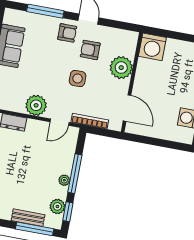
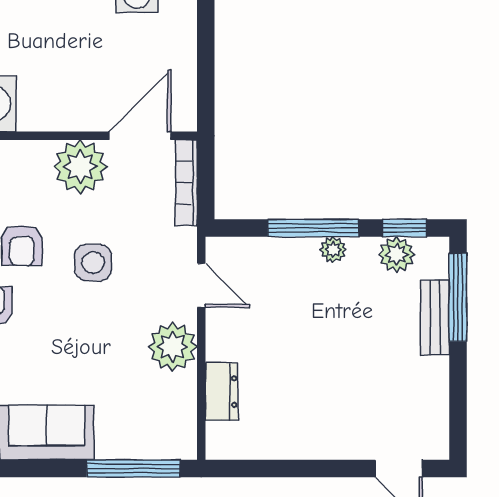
plant: (121, 68) -> (80, 167), moved
bookcase: (90, 121) -> (186, 183), moved

